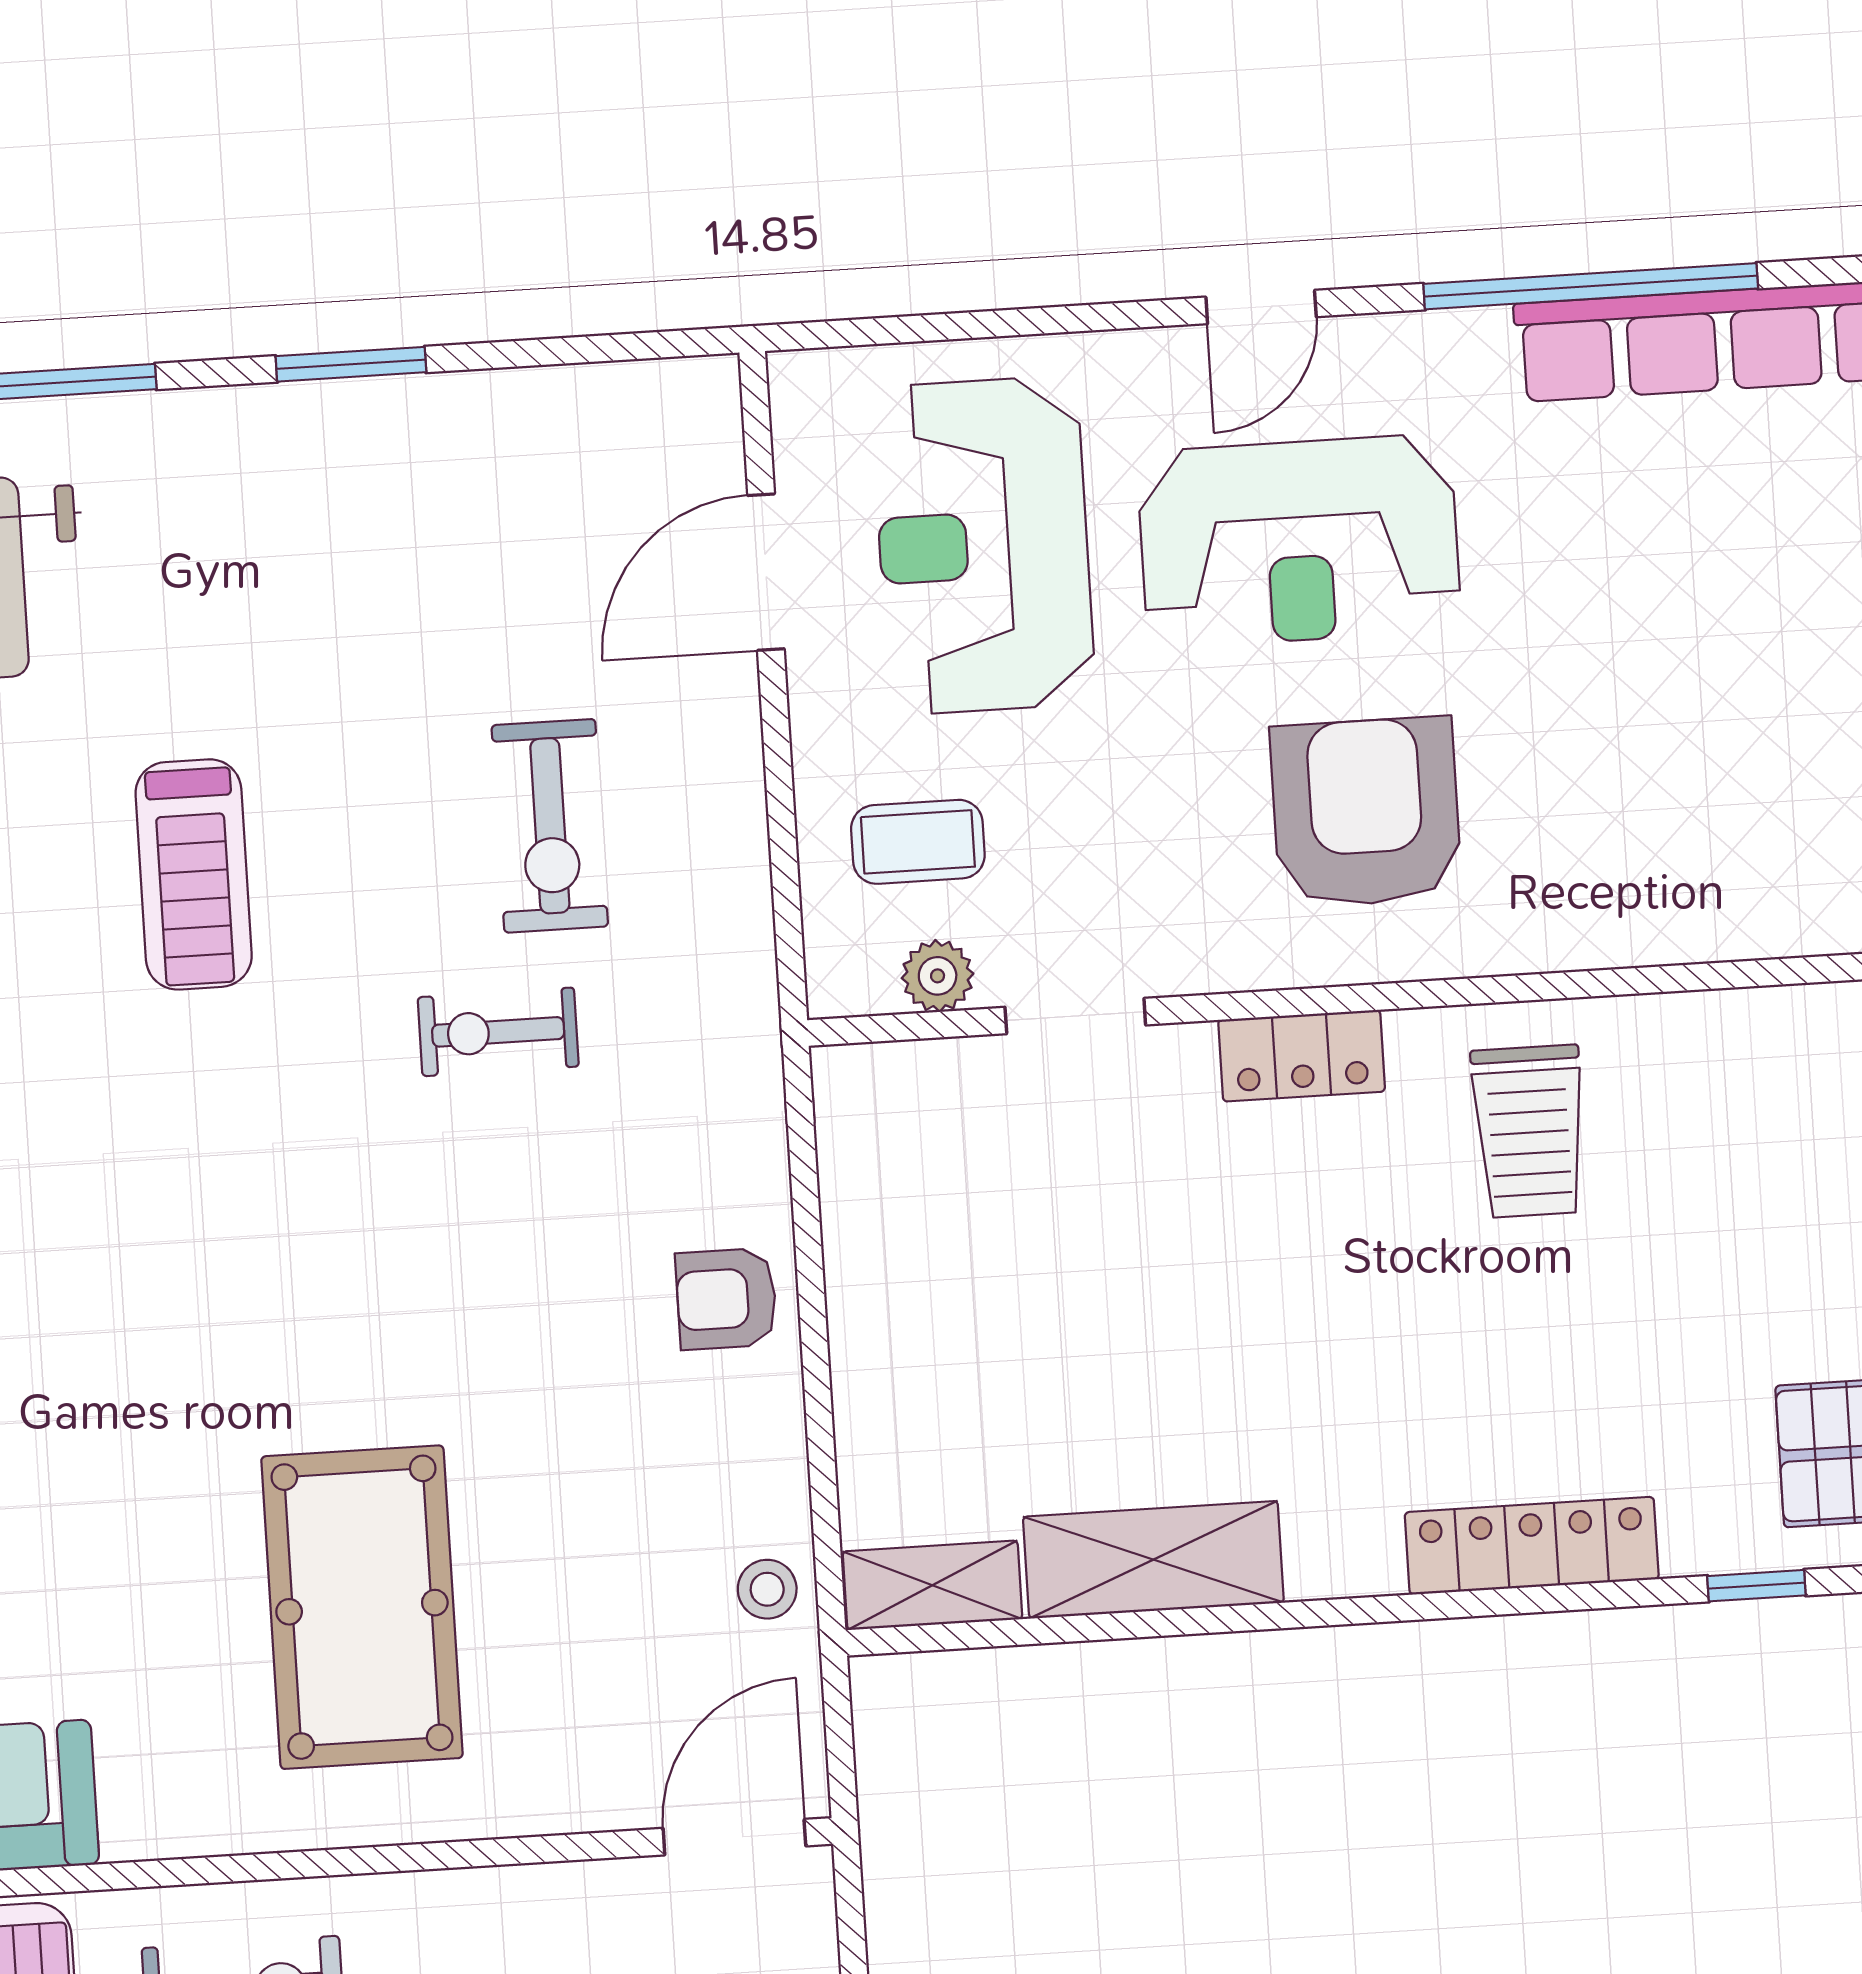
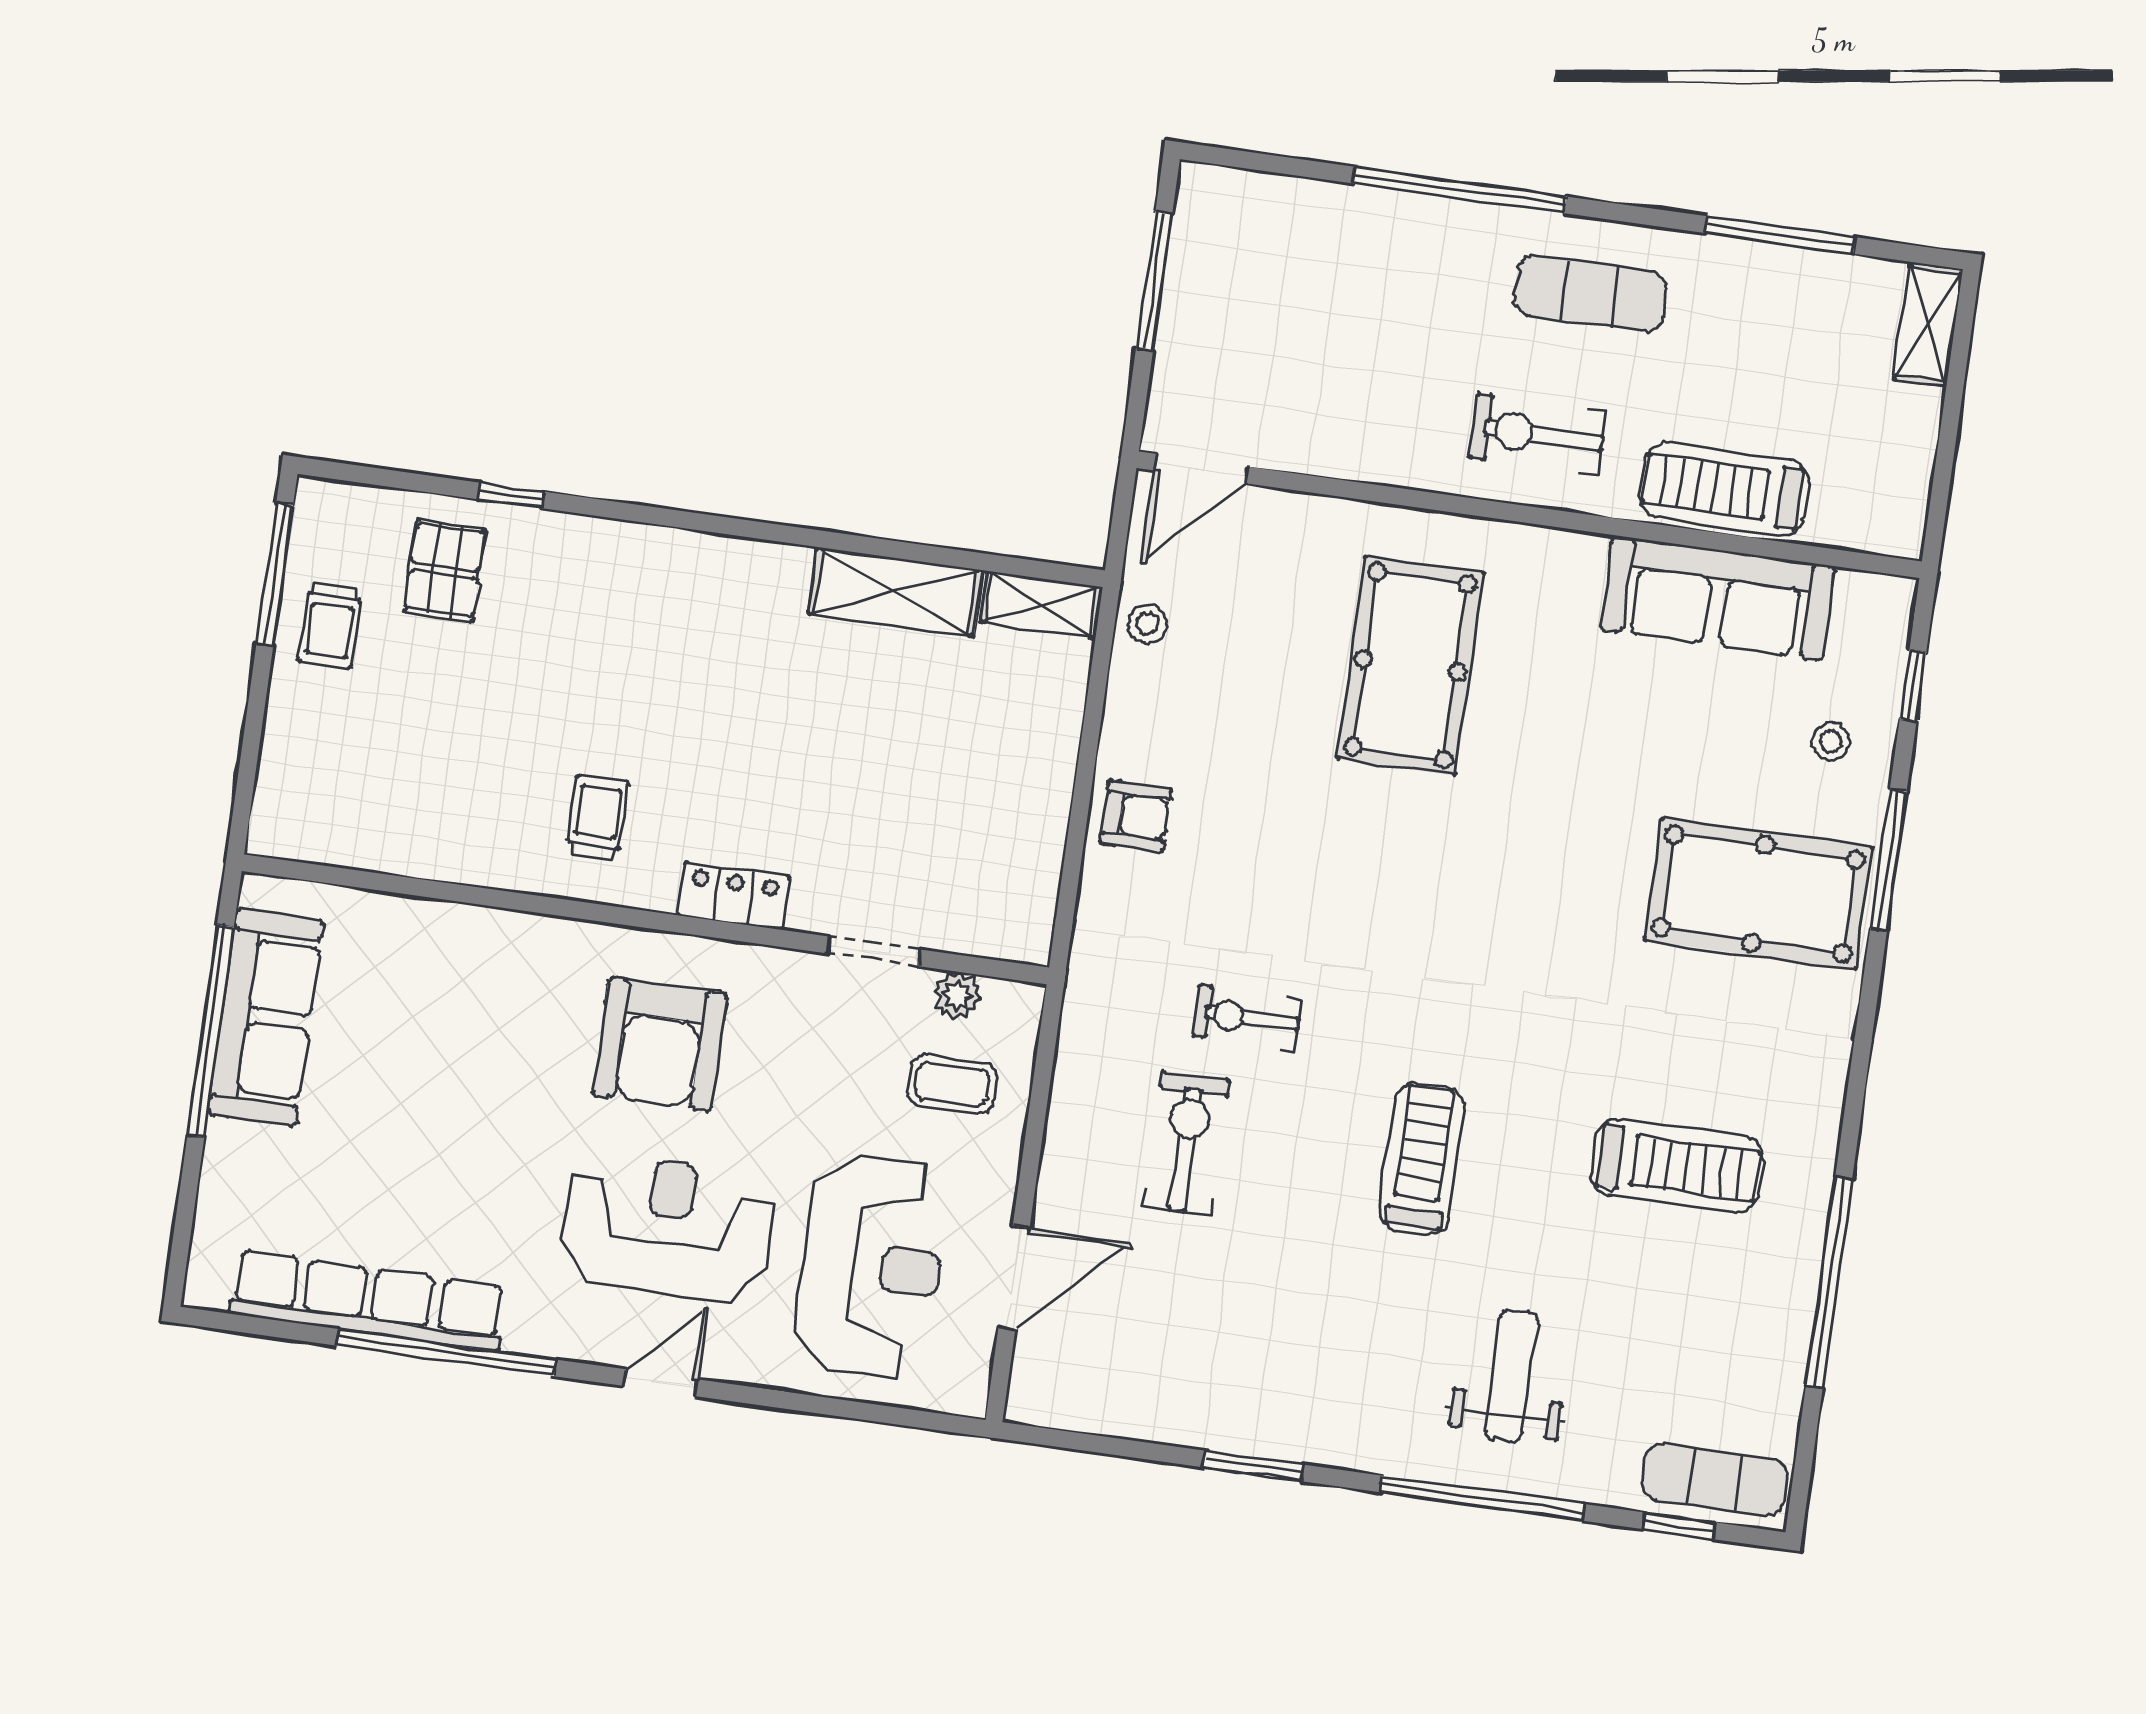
exercise bike: (498, 1032) -> (1247, 1017), turned 180
trolley: (1529, 1131) -> (597, 818), width x0.73, depth x0.72
locker: (1532, 1546) -> (650, 551), removed

